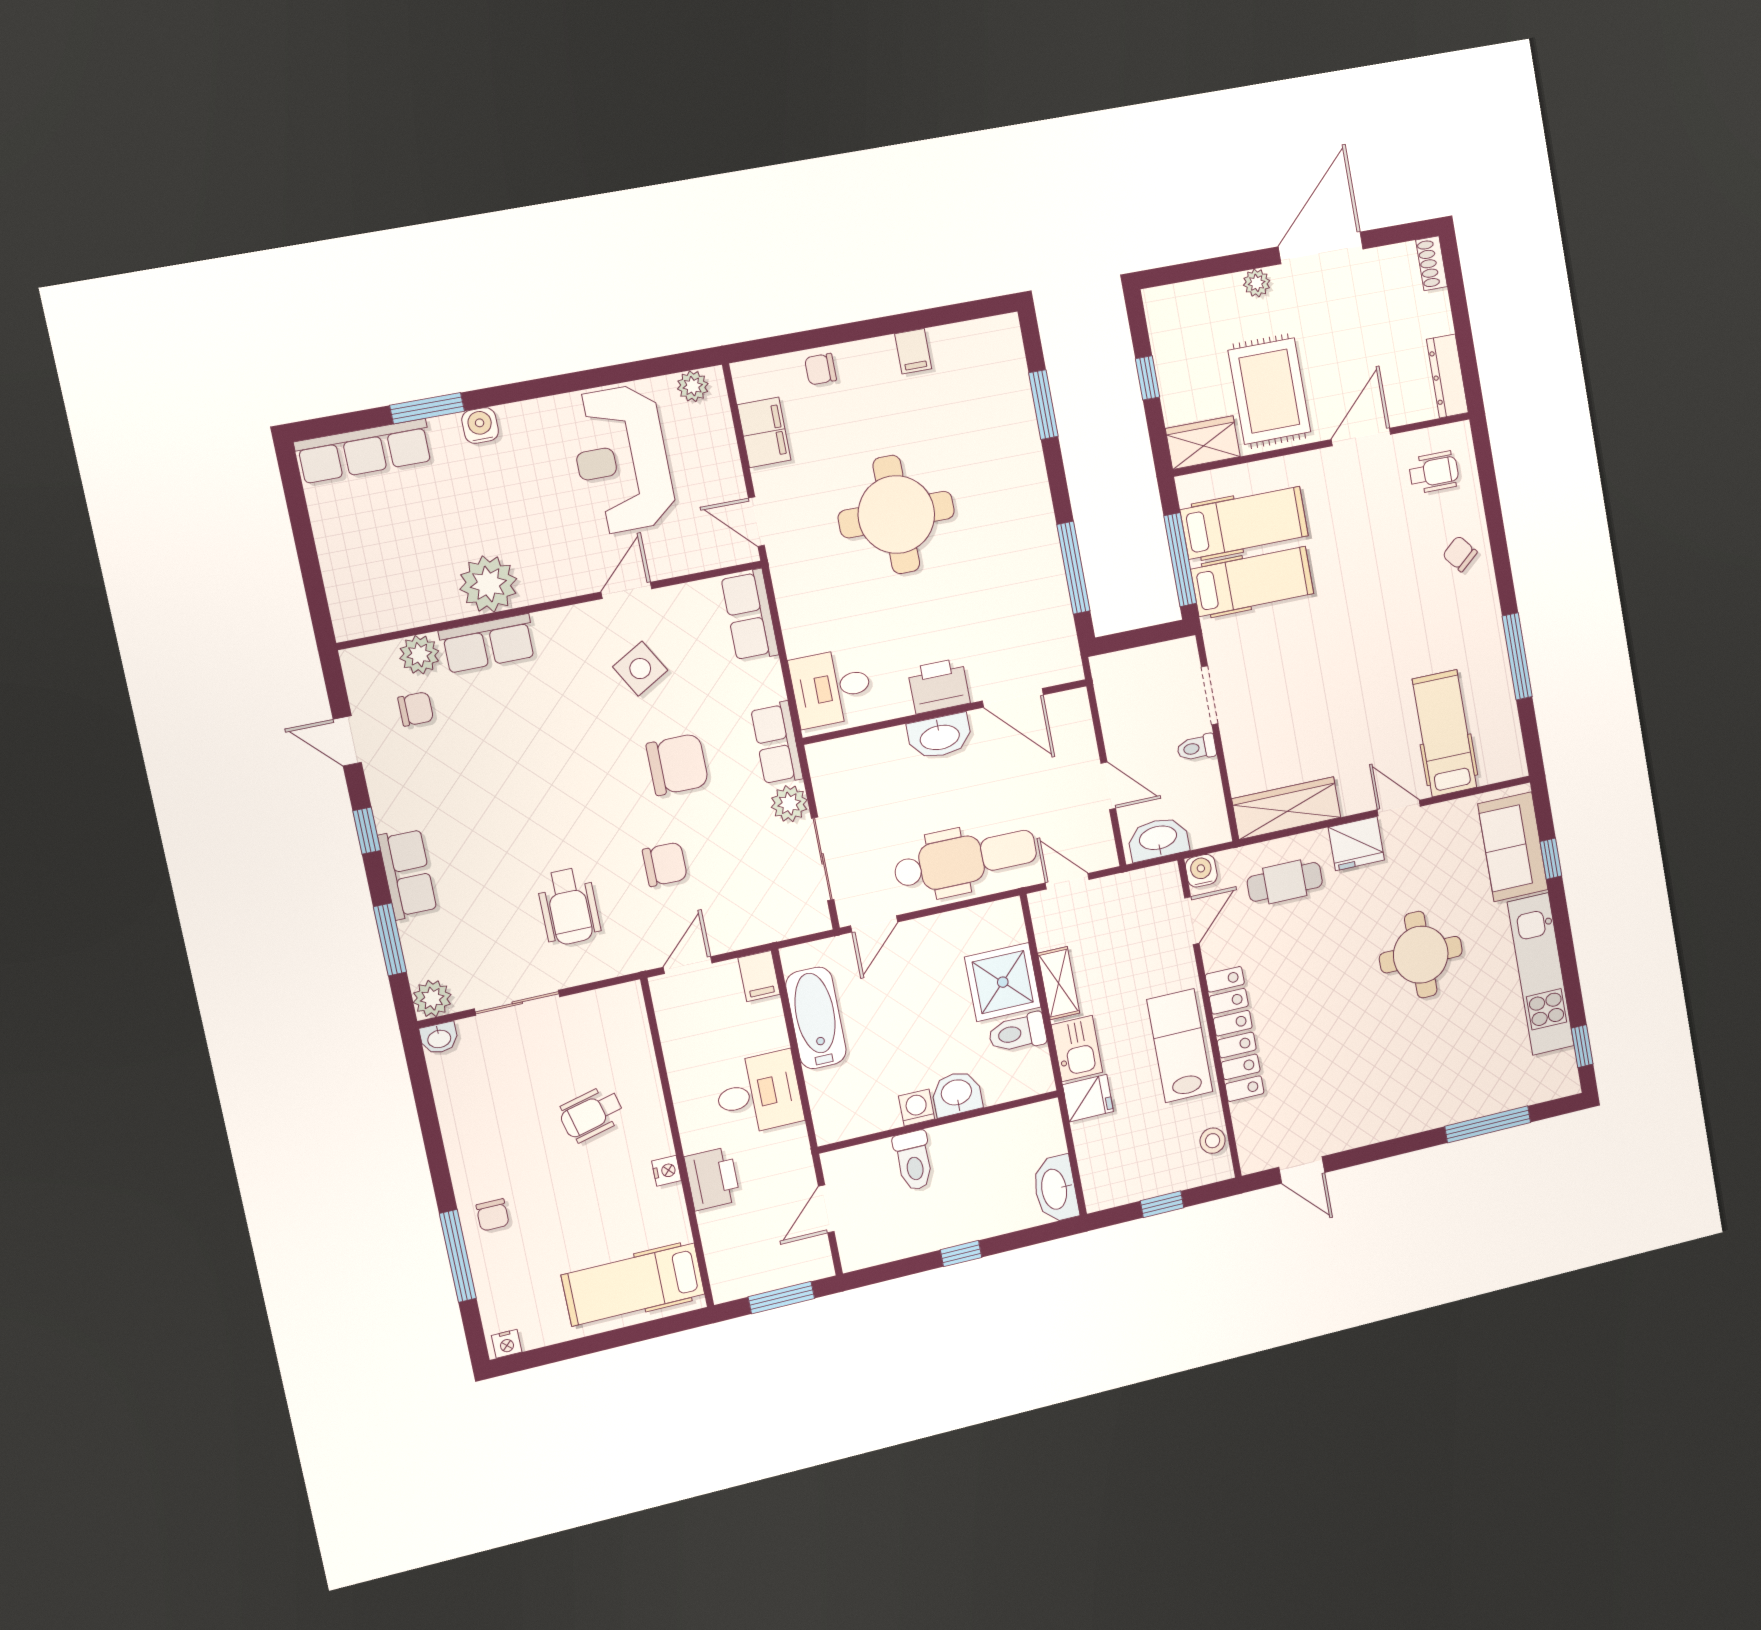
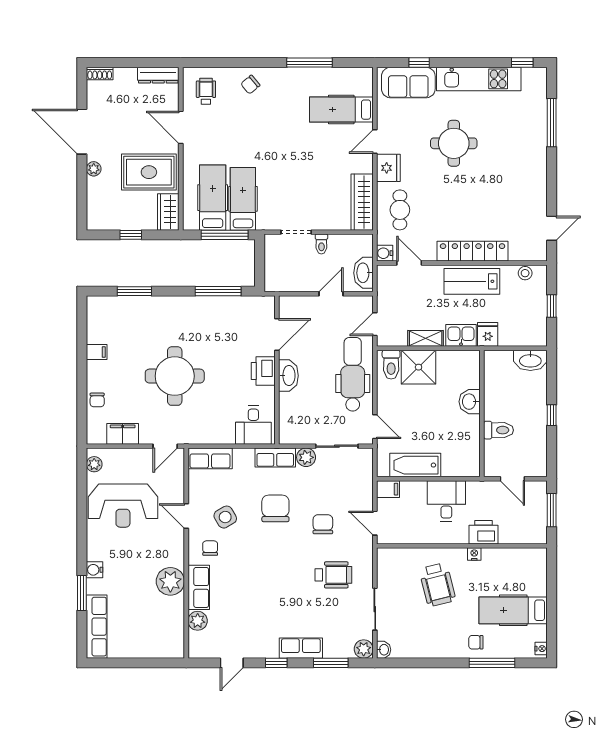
chair: (416, 709) -> (210, 548), moved
toilet: (1017, 1033) -> (391, 365), moved
washing machine: (917, 1108) -> (472, 423), removed
wheelchair: (591, 1114) -> (437, 585), width x1.36, depth x1.37
chair: (493, 1215) -> (476, 642), turned 180
hospital bed: (633, 1285) -> (513, 610), moved, turned 90

